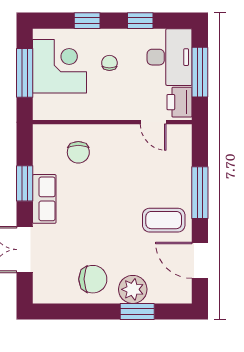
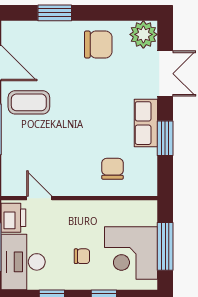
chair: (109, 63) -> (82, 256), turned -90
chair: (93, 279) -> (98, 44), turned 180
plant: (133, 289) -> (143, 34), moved

